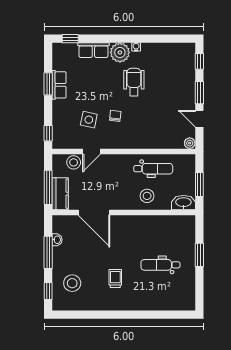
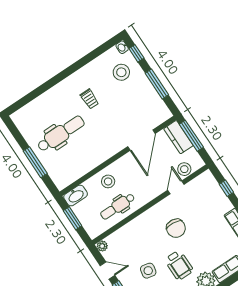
chair: (115, 116) -> (176, 228), width x1.87, depth x1.87
side table: (89, 120) -> (148, 271), moved
window: (48, 133) -> (226, 188), moved
door: (94, 212) -> (141, 140), swing flipped
washbasin: (57, 240) -> (122, 47), moved
window: (199, 255) -> (35, 162), width x1.44
dental chair: (160, 265) -> (61, 134), width x1.36, depth x1.38

